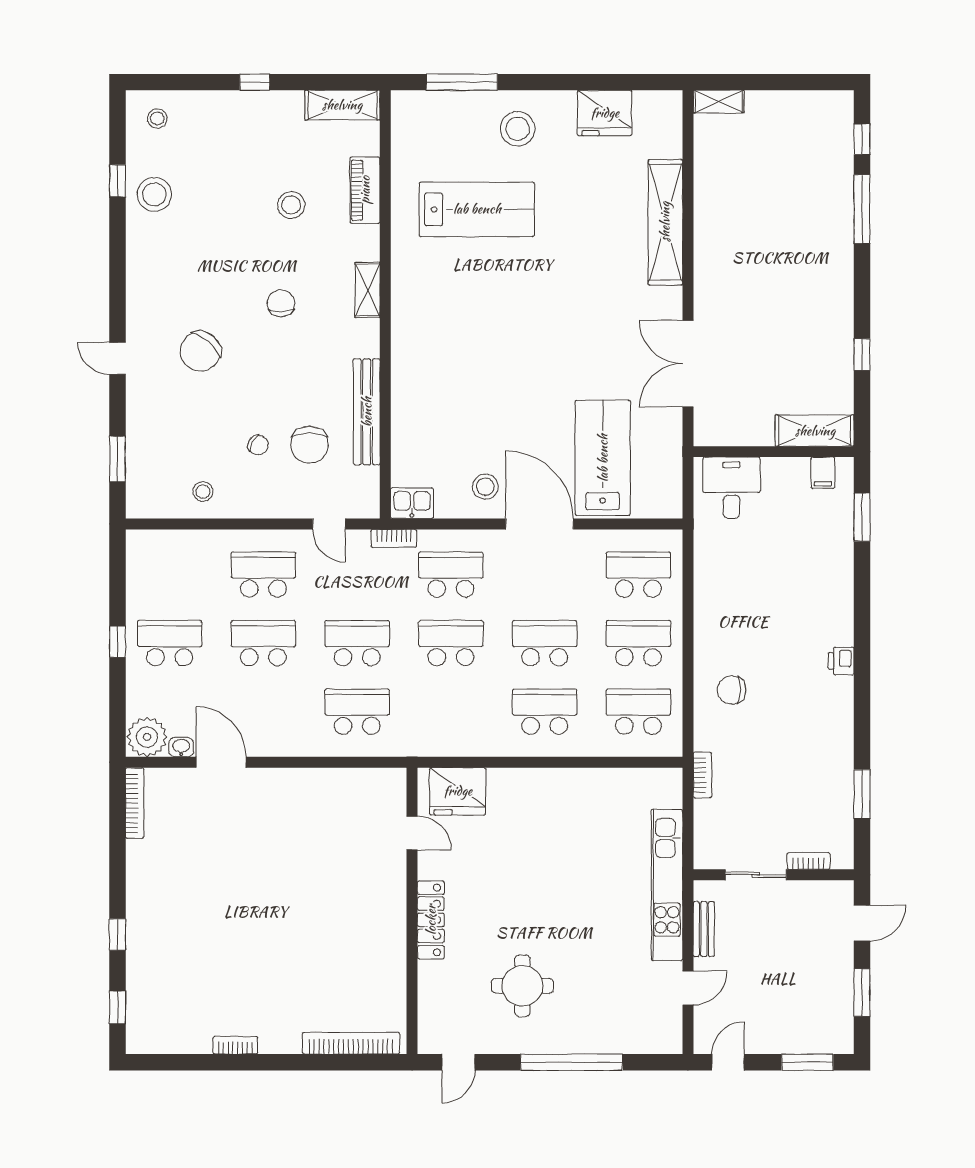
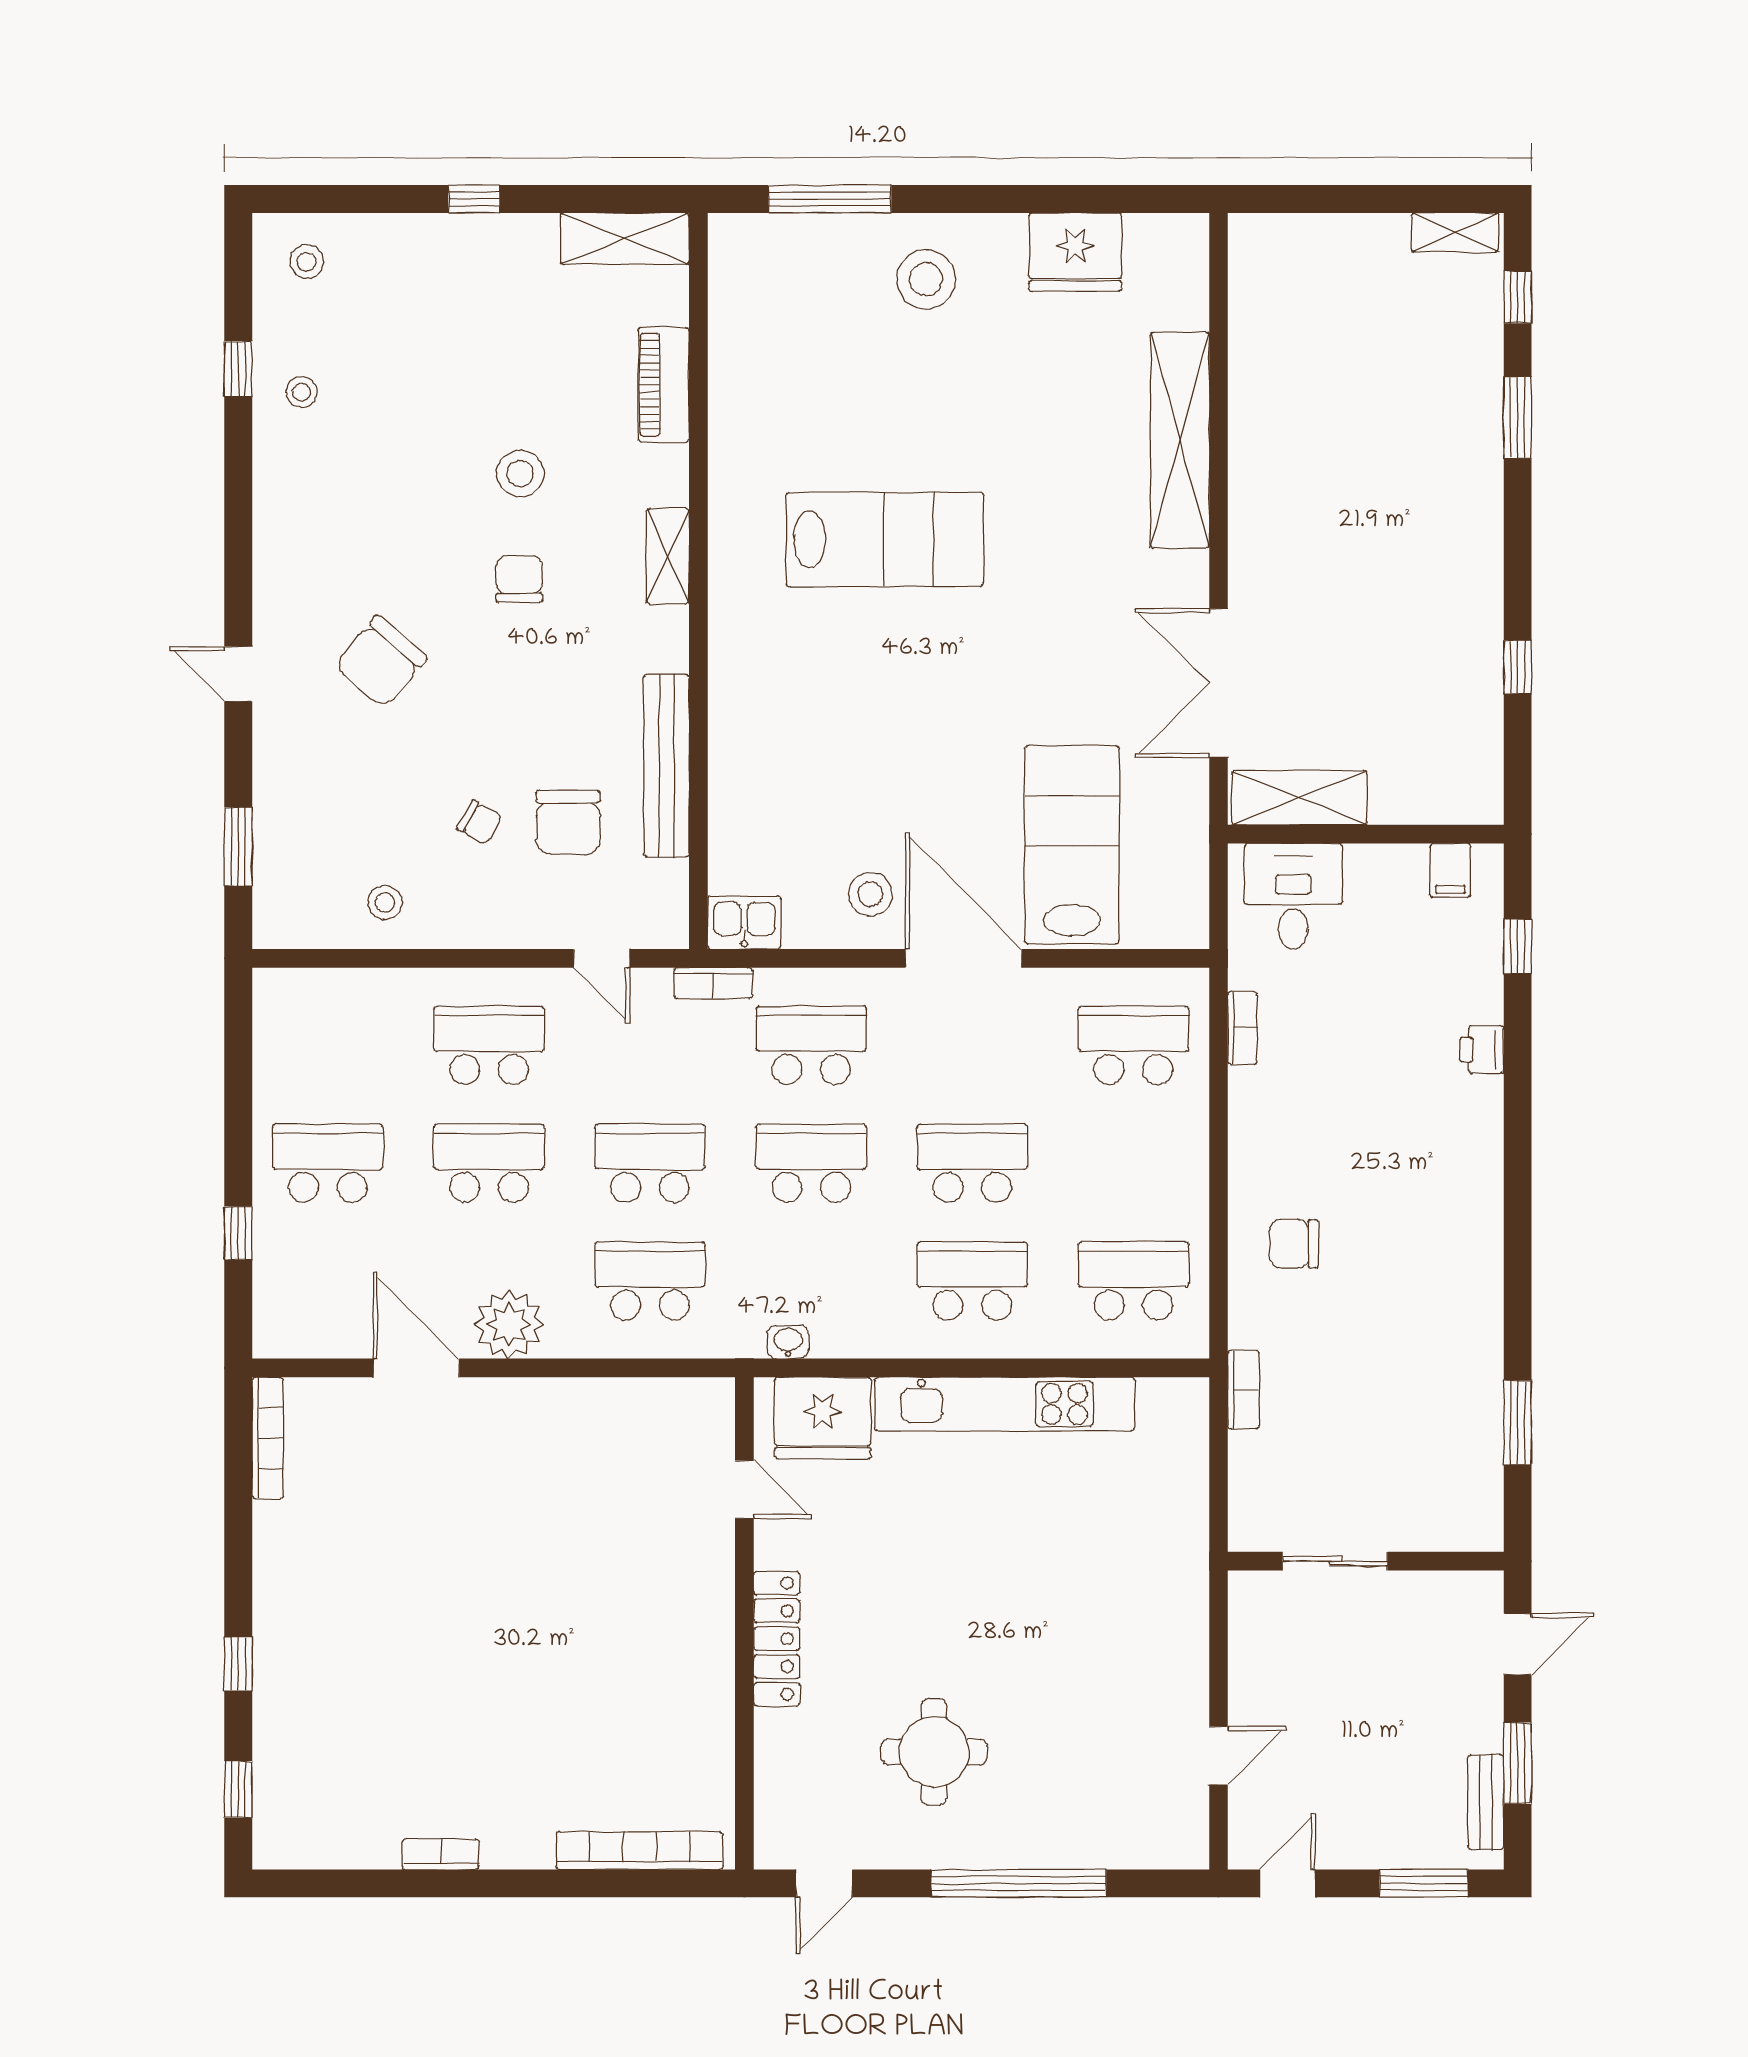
shelving: (719, 101) -> (1455, 232), moved
stool: (154, 194) -> (302, 392), width x0.53, depth x0.53
stool: (291, 205) -> (520, 474), moved
lab bench: (477, 209) -> (885, 539), moved
window: (862, 209) -> (1518, 417), width x0.69
shelving: (815, 431) -> (1299, 798), moved
window: (862, 517) -> (1518, 947), width x0.67
window: (117, 642) -> (238, 1233), moved
school desk: (638, 643) -> (1133, 1163), removed
printer: (841, 661) -> (1482, 1050), moved
plant: (147, 737) -> (509, 1324), moved
washbasin: (181, 747) -> (788, 1342), moved
bookcase: (808, 861) -> (1242, 1028), moved, turned 90
kitchen unit: (667, 885) -> (1005, 1404), moved, turned -90
bench: (704, 929) -> (1486, 1802), moved

